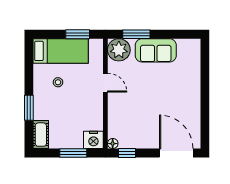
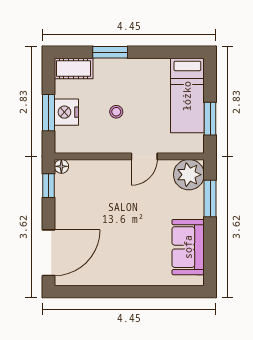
sofa: (156, 50) -> (188, 247), moved
stool: (58, 82) -> (116, 112), moved
nightstand: (93, 140) -> (66, 112), moved

